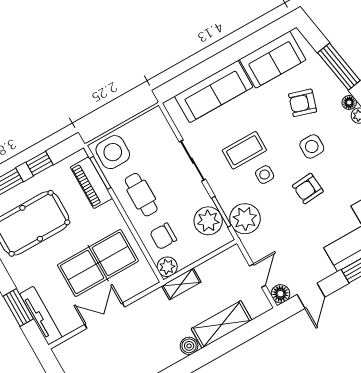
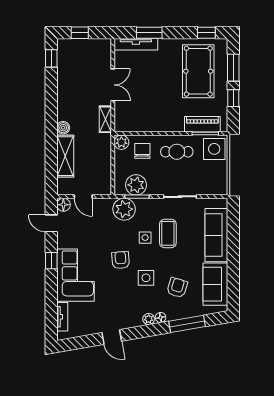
table tennis table: (98, 263) -> (149, 100), removed
shelving: (181, 284) -> (105, 119), moved

